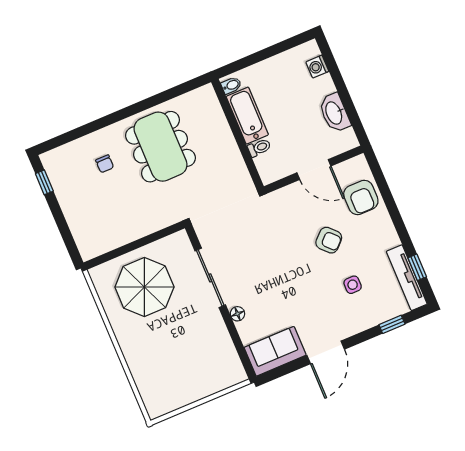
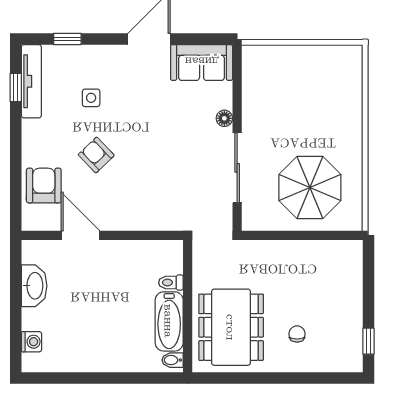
bidet: (231, 85) -> (172, 360), moved
bathtub: (247, 116) -> (169, 321), moved
wall: (238, 134) -> (188, 306), moved
toilet: (259, 148) -> (171, 283), moved

